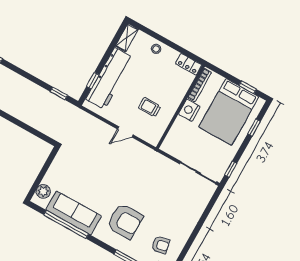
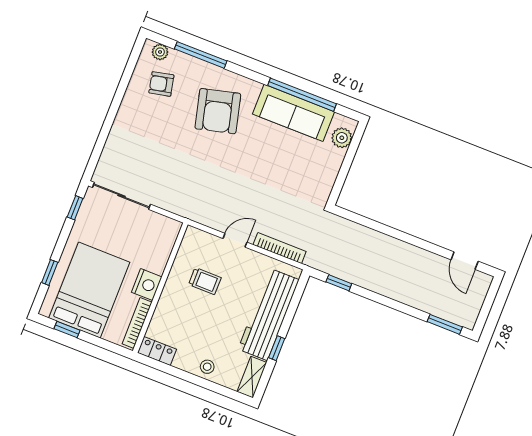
window: (93, 81) -> (277, 348), moved
bookcase: (96, 122) -> (280, 248), added
armchair: (125, 221) -> (218, 111), turned -104

